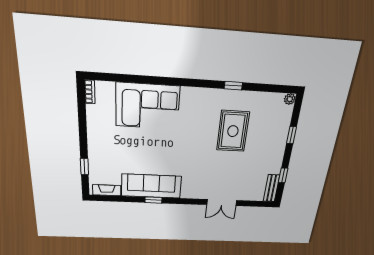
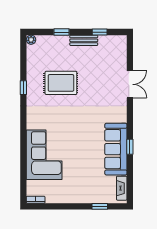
bench: (271, 188) -> (84, 40), moved

